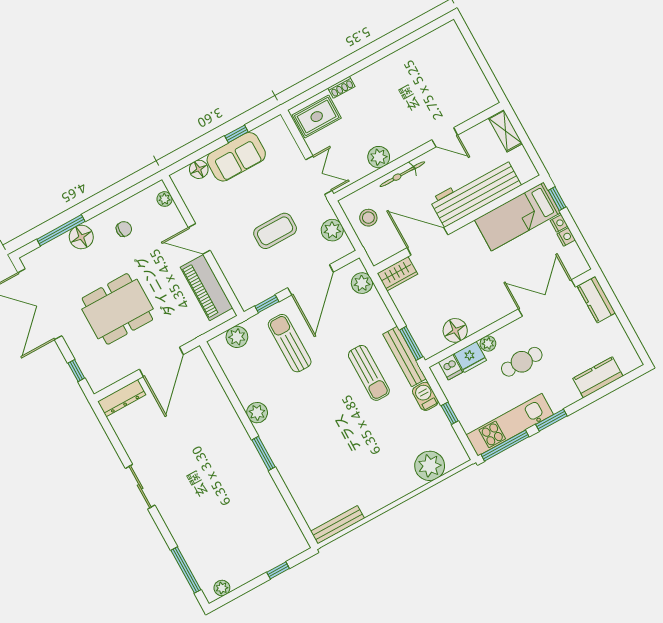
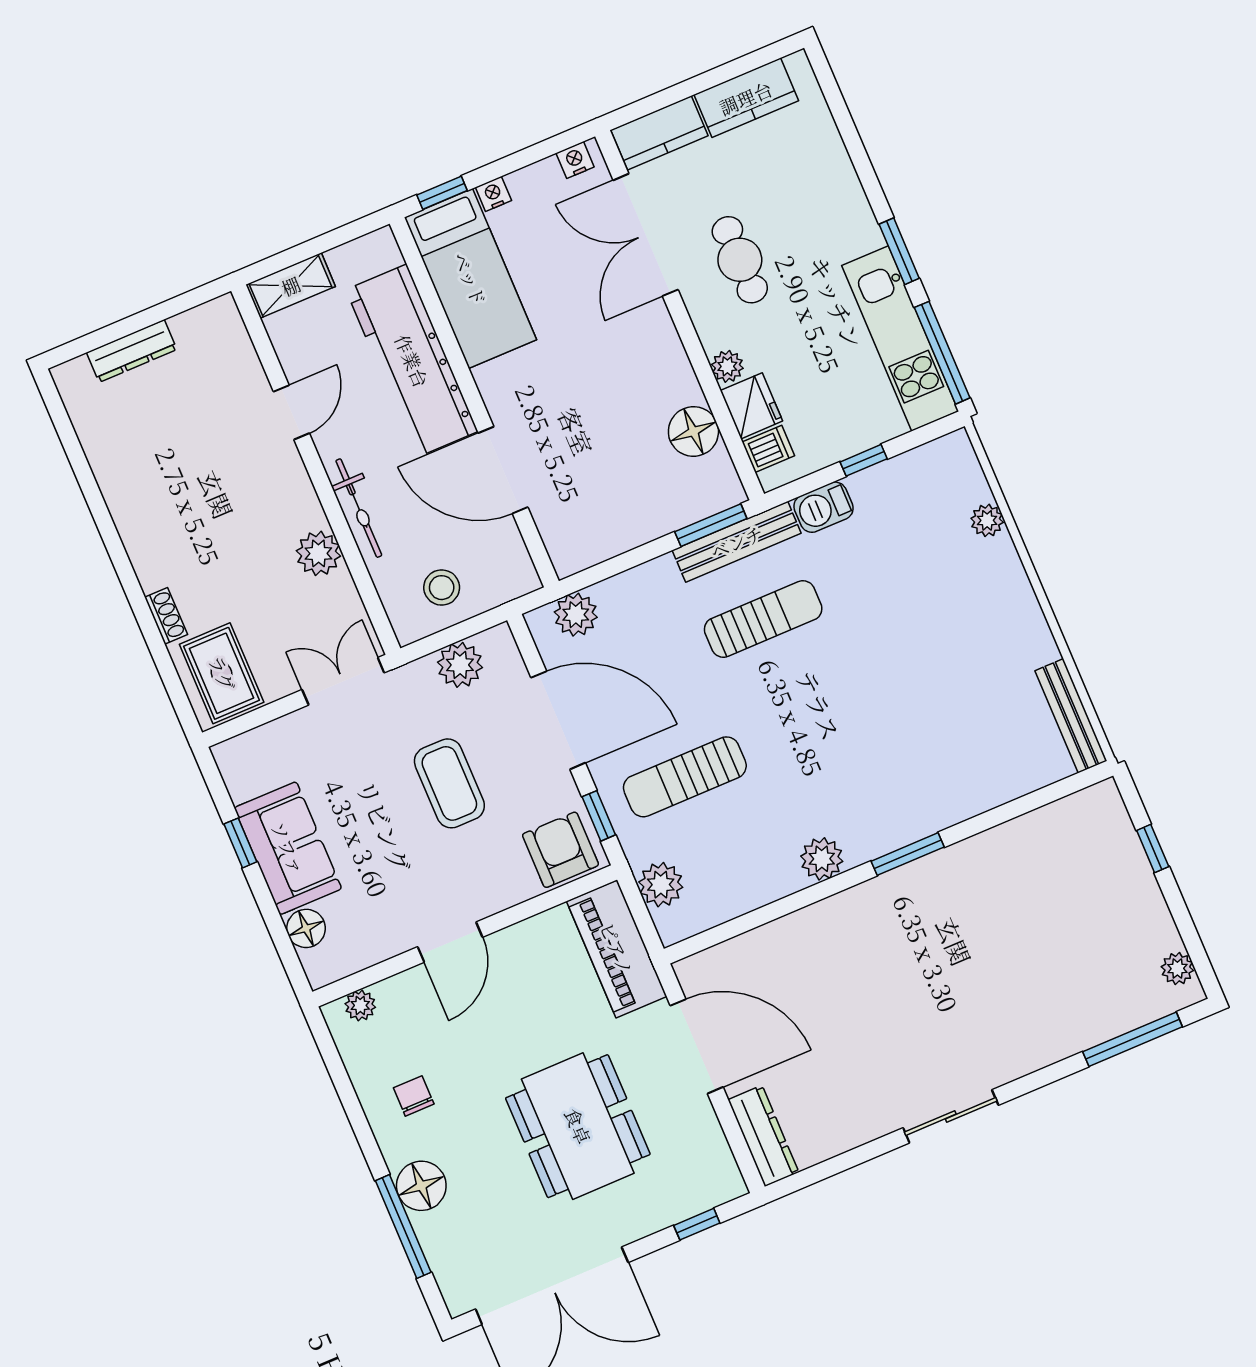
dresser: (466, 58) -> (132, 351), added
nightstand: (566, 237) -> (575, 160), moved
door: (427, 241) -> (503, 470), hinge flipped
wardrobe: (397, 274) -> (564, 539), removed
armchair: (249, 287) -> (560, 850), added
piano: (207, 288) -> (617, 949), moved, turned 90
cafe table: (522, 362) -> (740, 260), moved
kitchen counter: (598, 377) -> (746, 98), moved, turned -90
plant: (430, 466) -> (987, 520), width x0.53, depth x0.53

